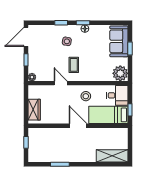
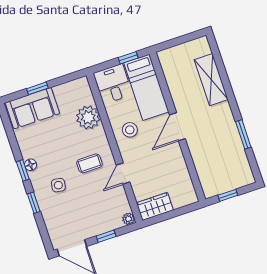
plant: (120, 73) -> (88, 117), moved
wardrobe: (34, 110) -> (155, 206), moved
shelving: (112, 156) -> (211, 80), moved

